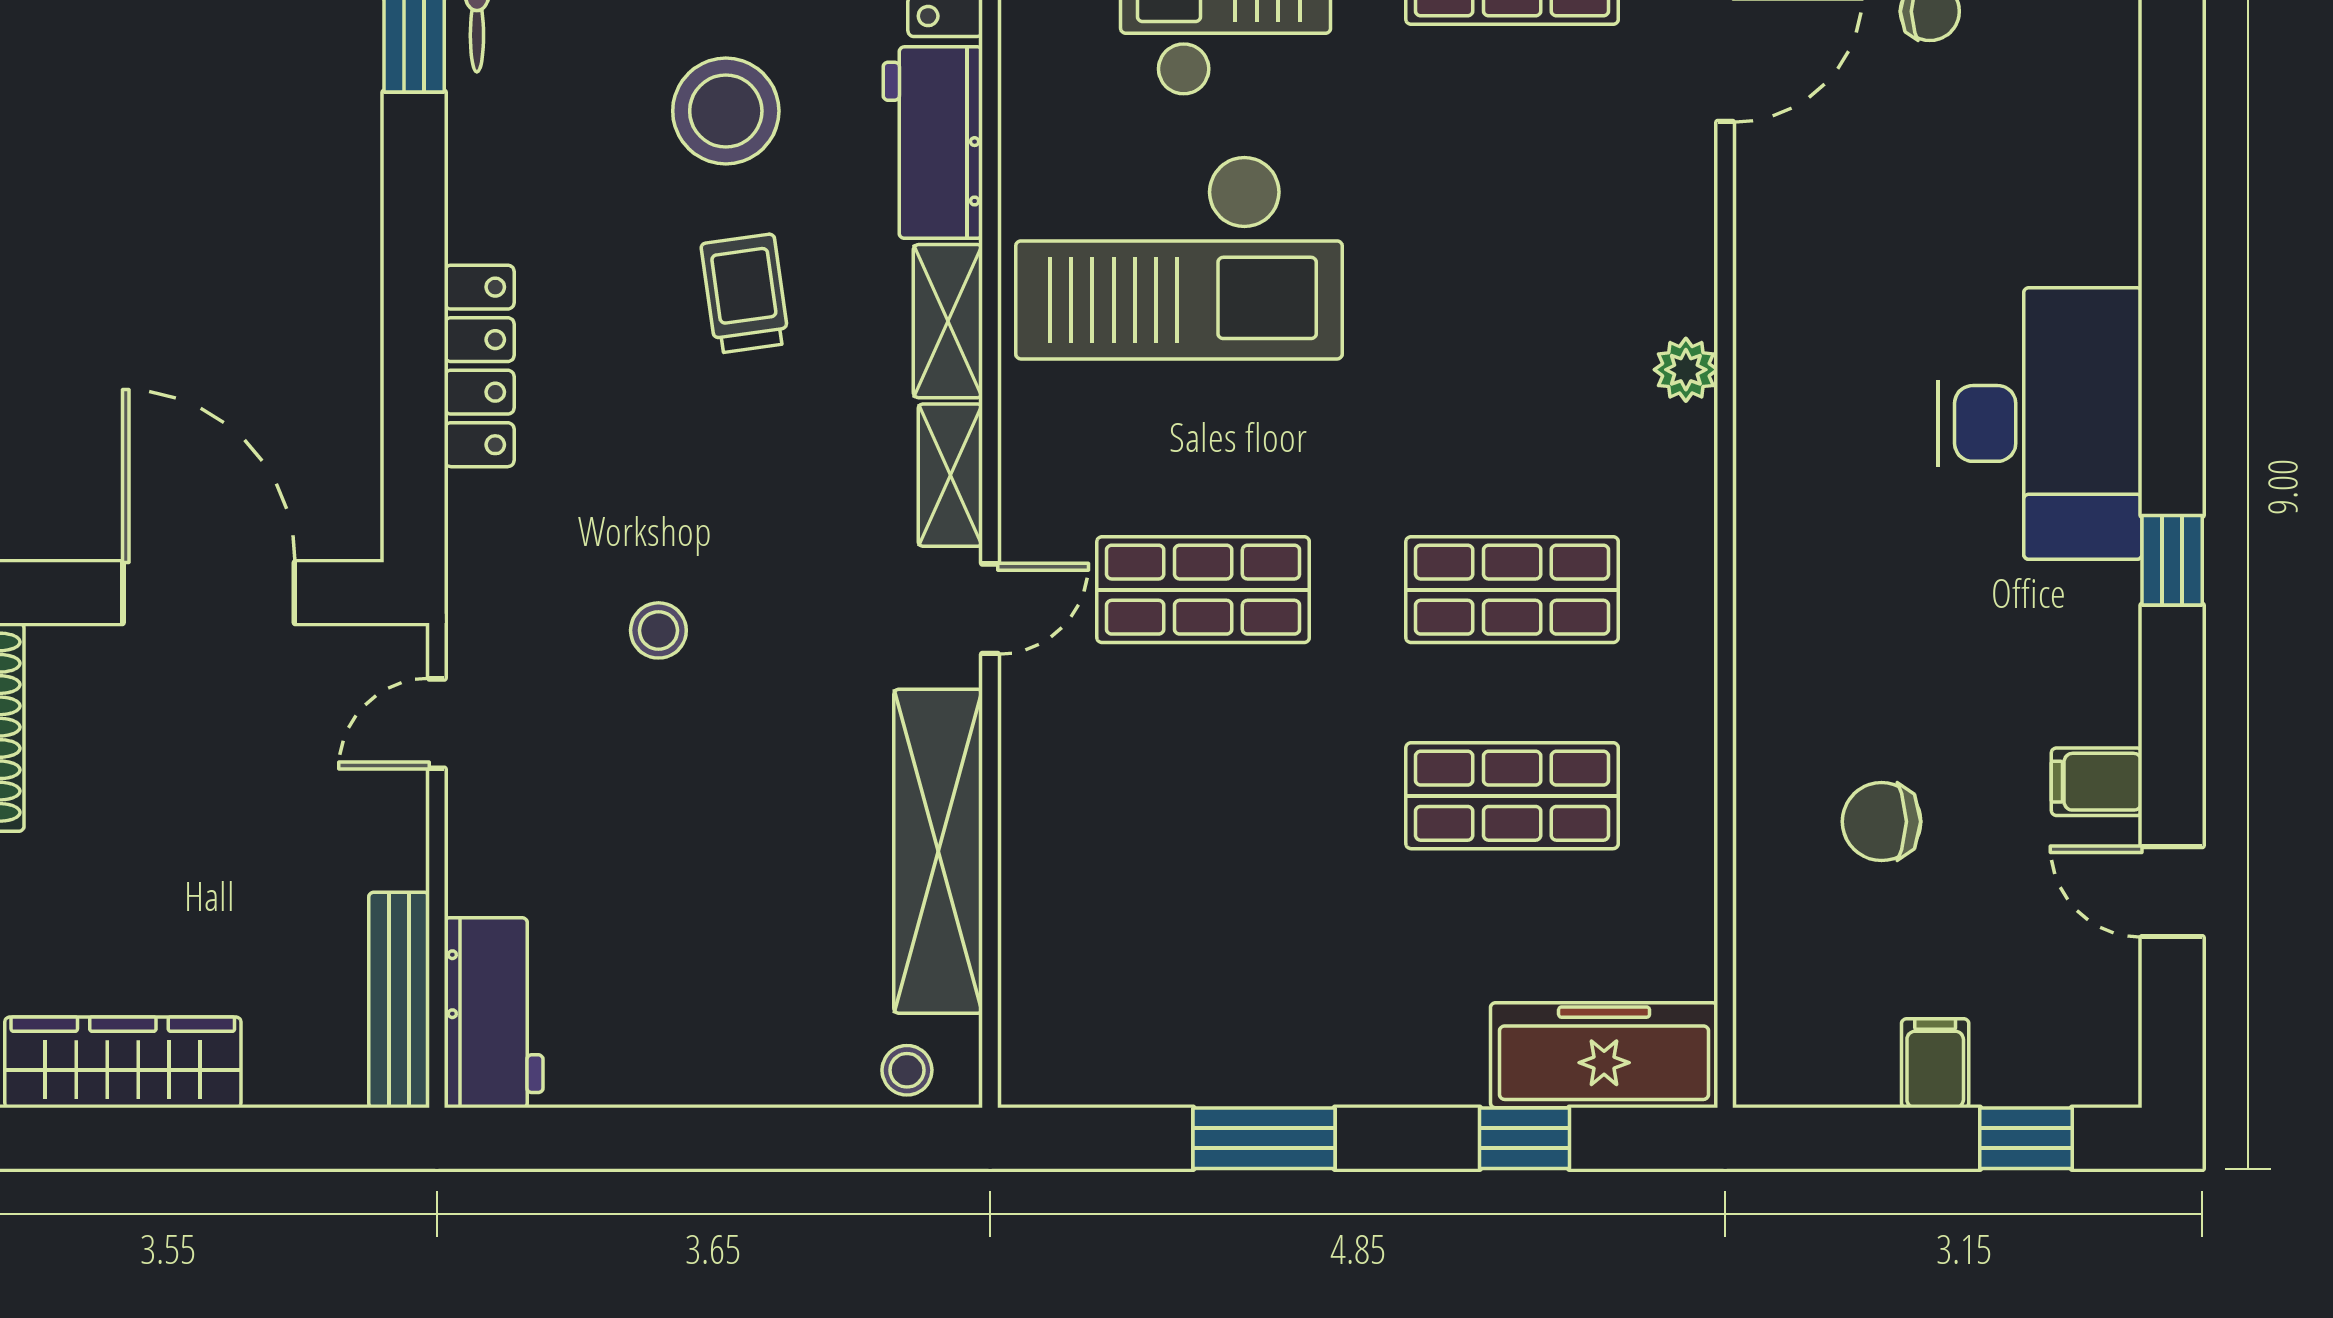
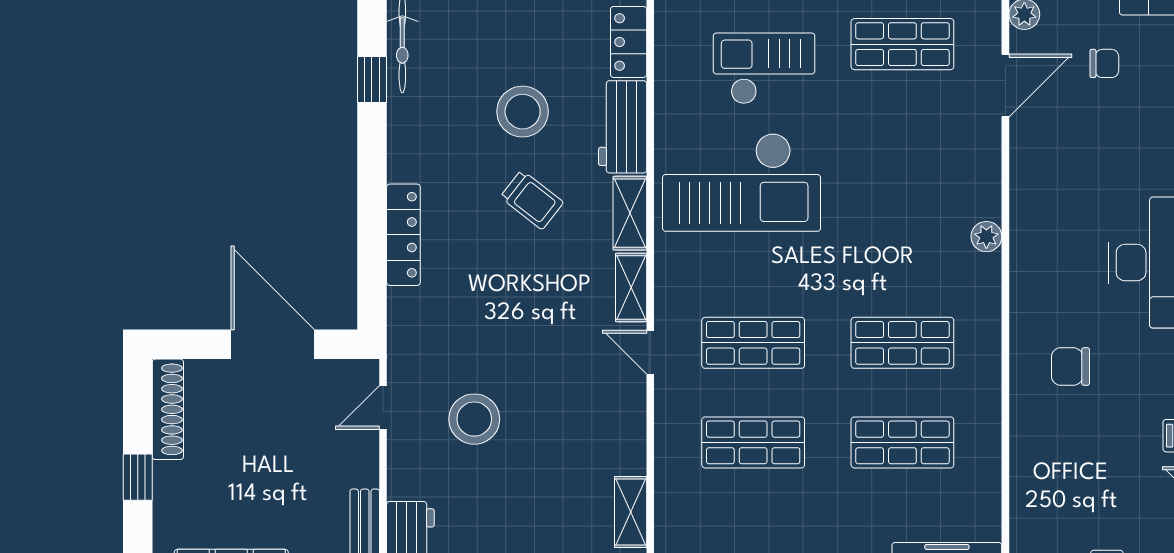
trolley: (745, 294) -> (532, 200), turned 136
door: (990, 609) -> (650, 352), swing flipped
stool: (658, 630) -> (474, 419), moved, width x1.89, depth x1.89
shop shelf: (1203, 796) -> (753, 442), added
chair: (1882, 822) -> (1070, 367), moved
shelving: (938, 851) -> (631, 512), width x0.45, depth x0.75

